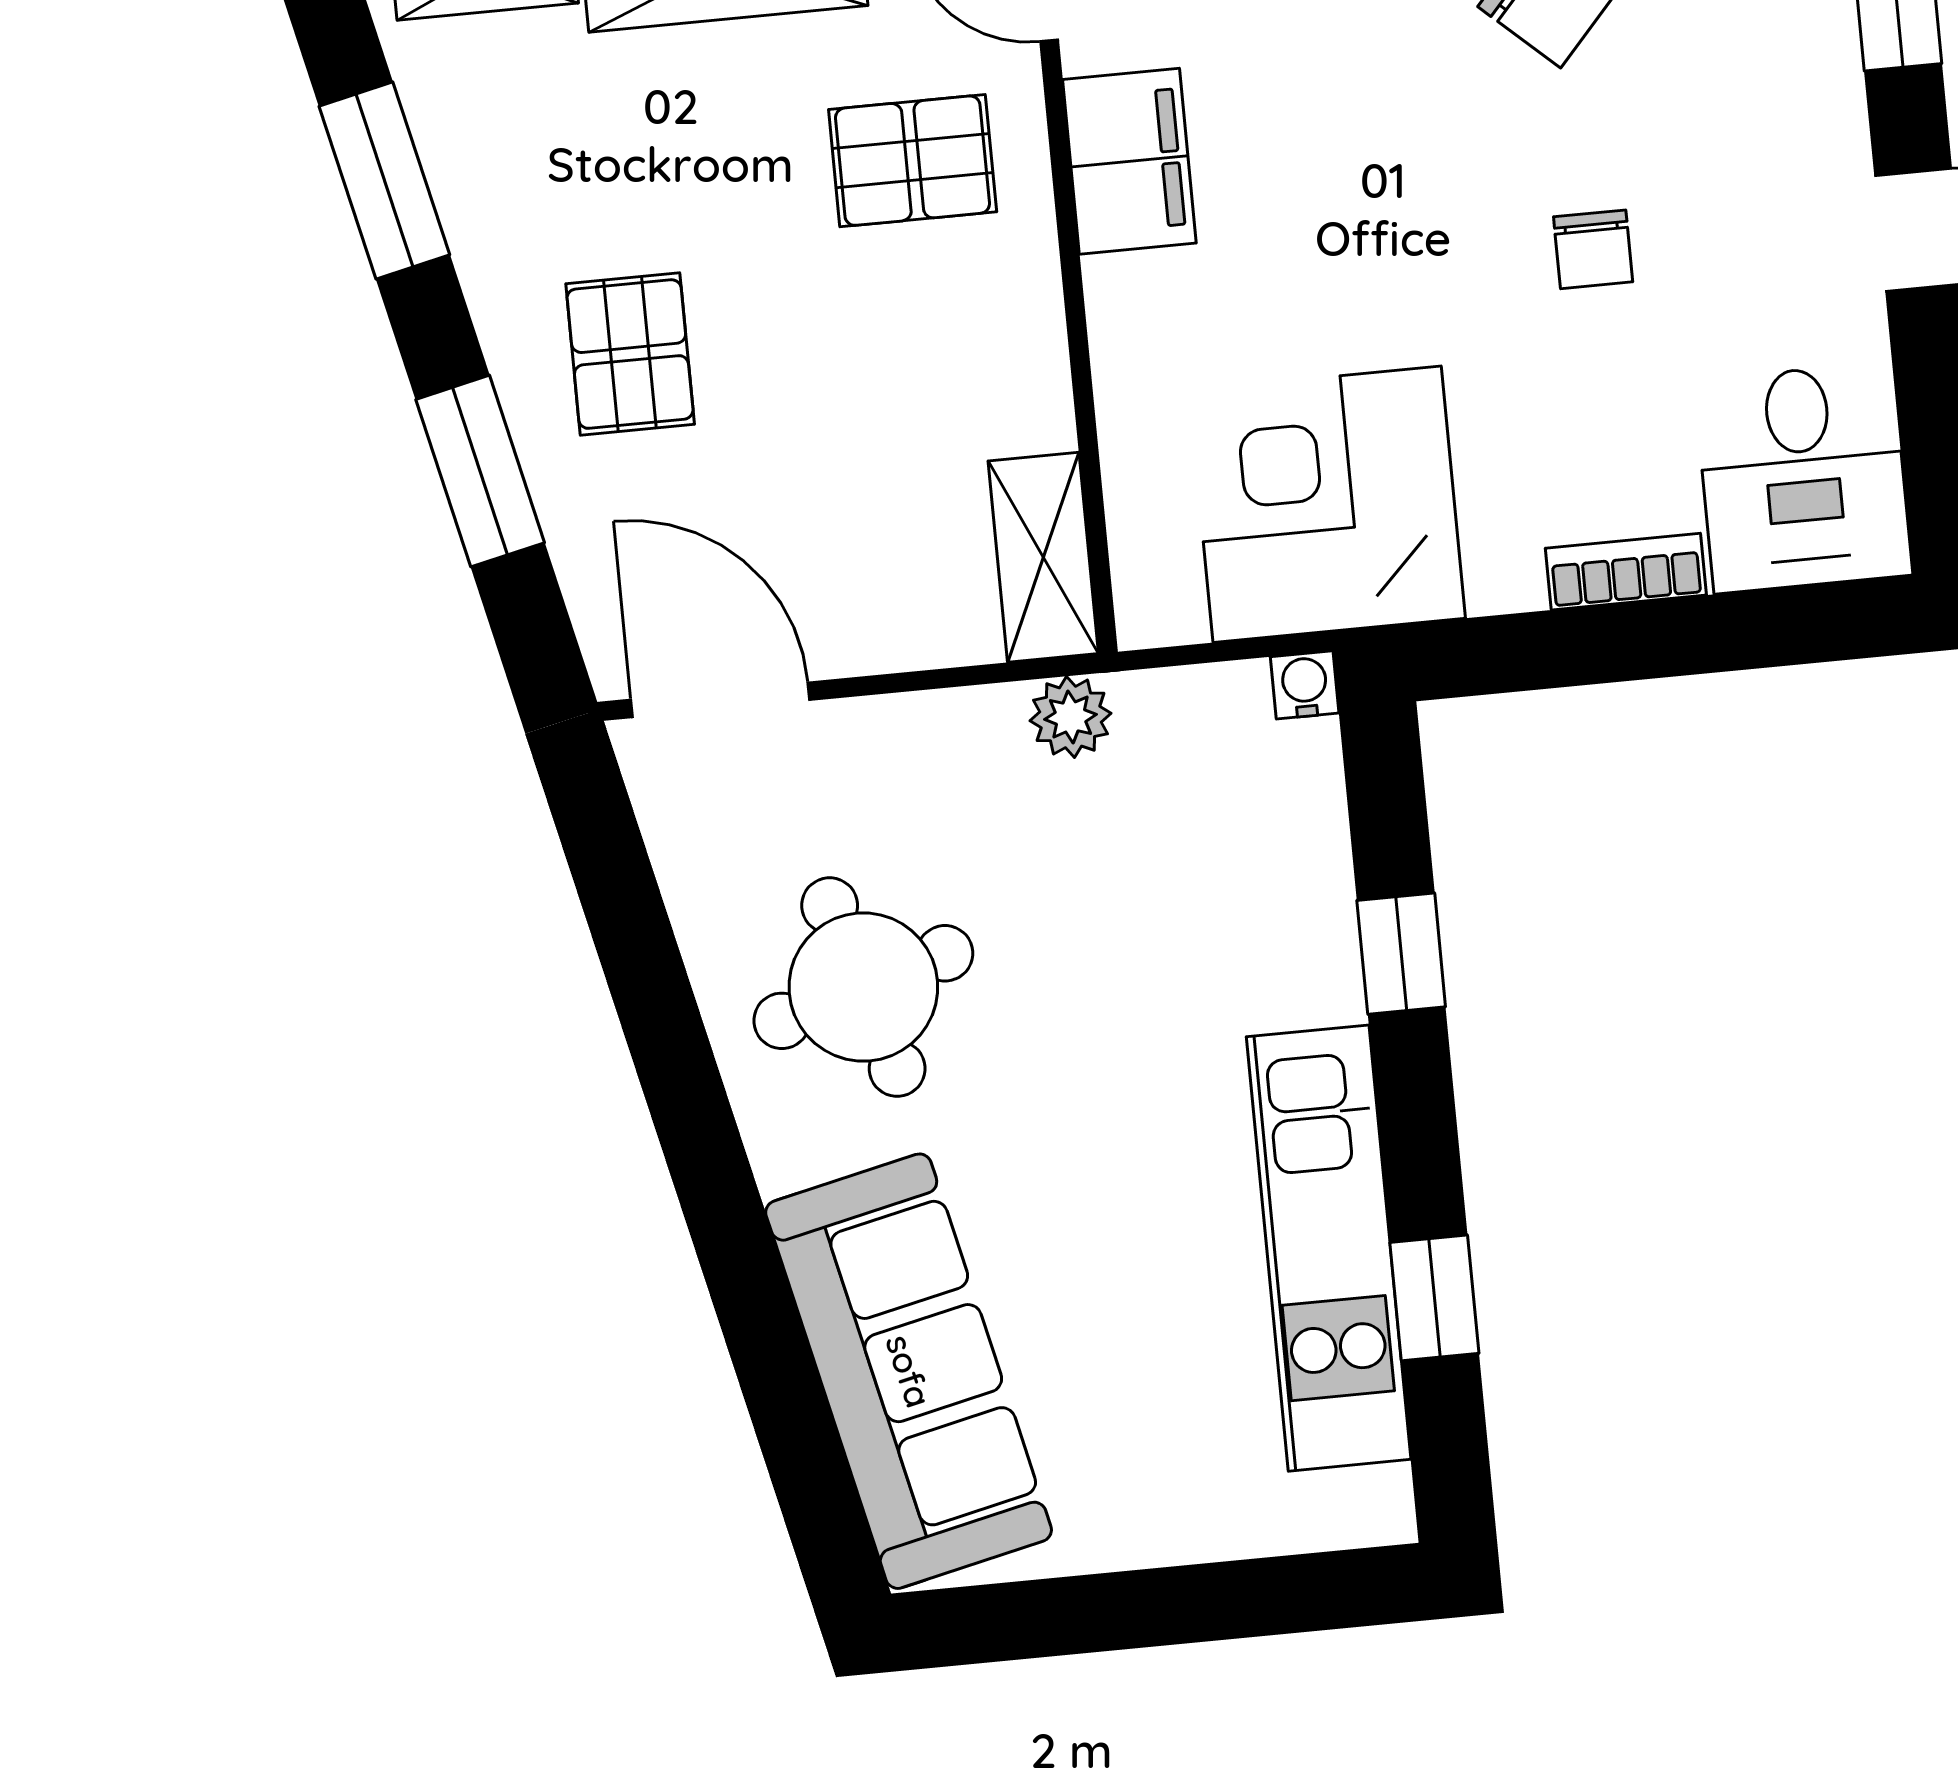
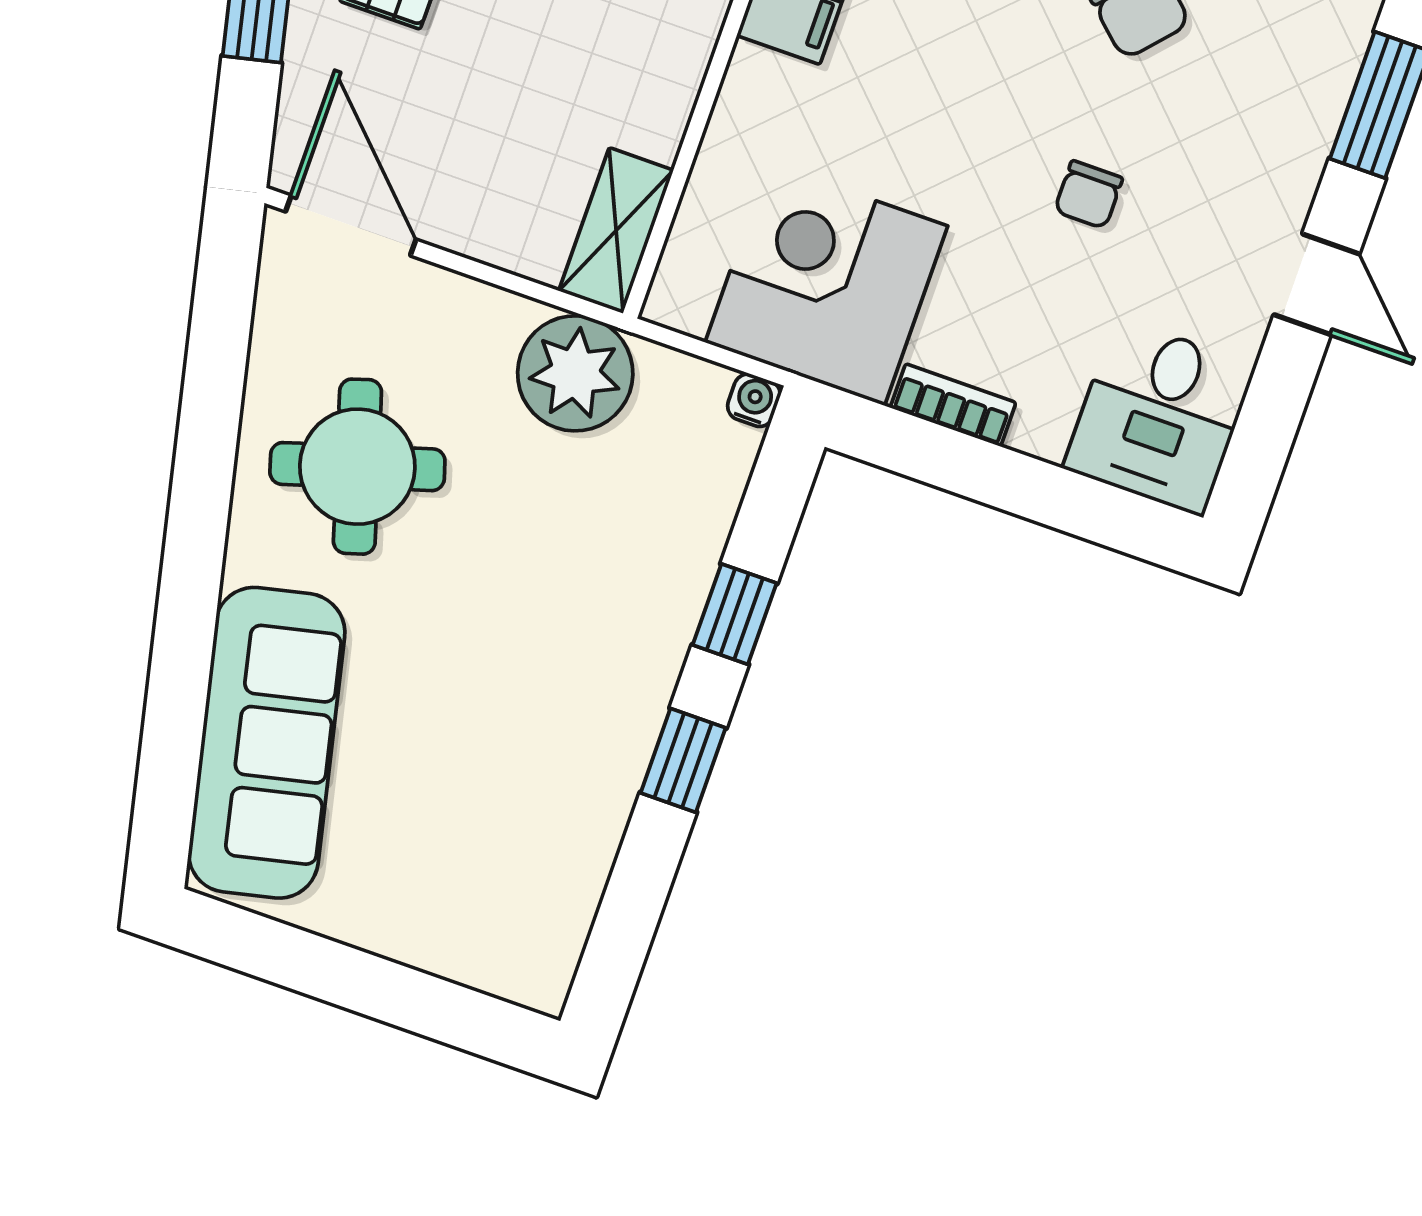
bookcase: (1626, 572) -> (953, 405), moved
plant: (1070, 717) -> (575, 373), width x1.88, depth x1.88
kitchen unit: (1329, 1248) -> (592, 792), removed
window: (1434, 1298) -> (683, 760), moved

